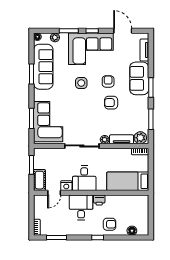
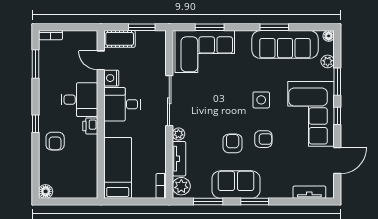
sofa: (139, 78) -> (236, 185), moved
floor lamp: (132, 231) -> (46, 191), moved

